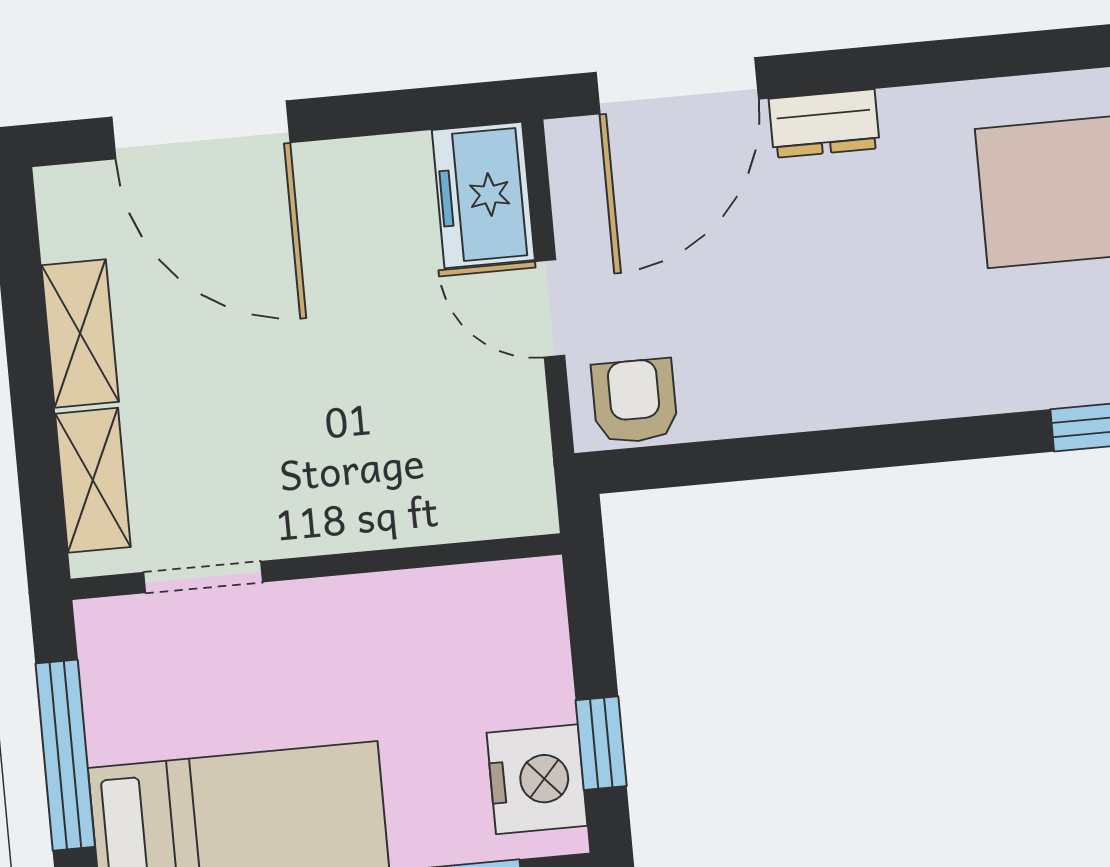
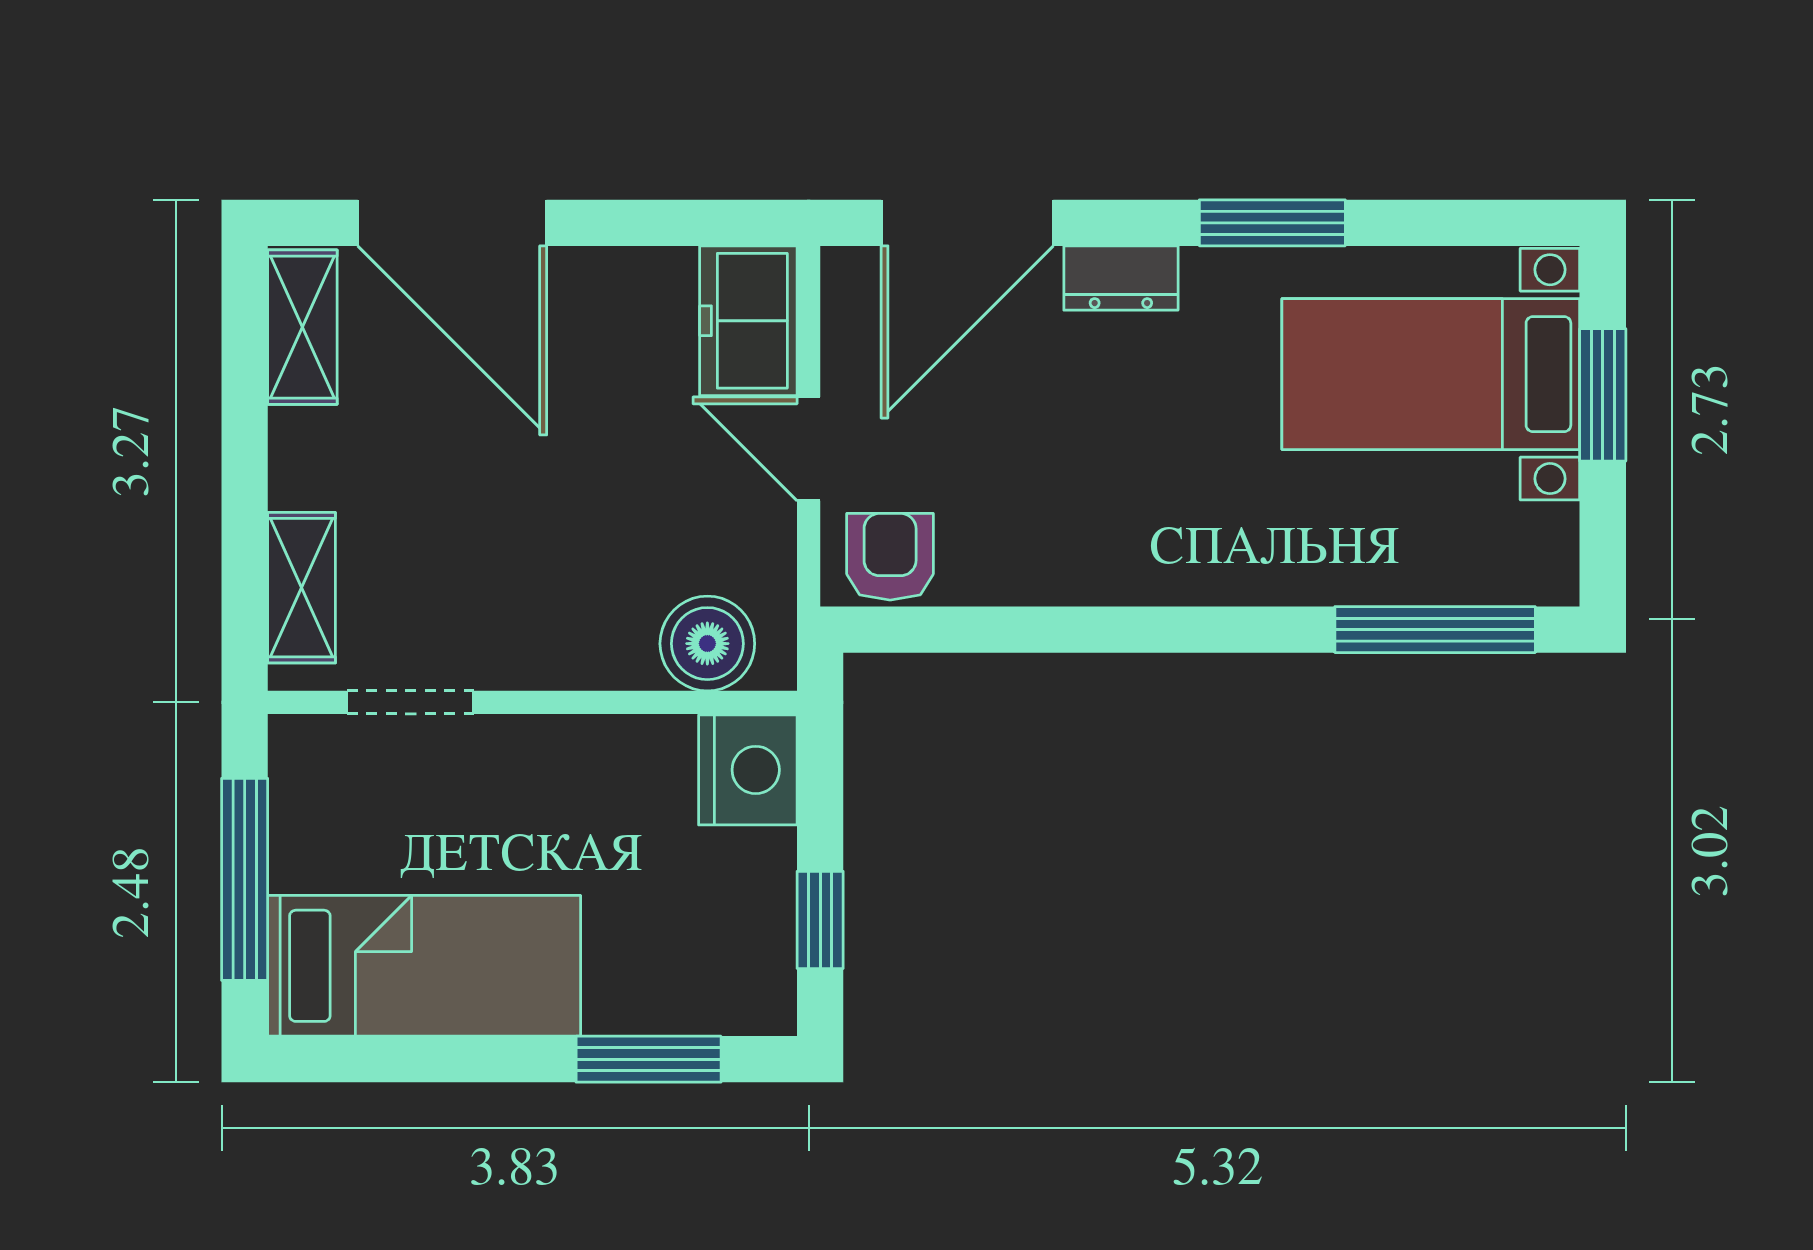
window: (960, 60) -> (1272, 223), added
shelving: (80, 333) -> (302, 327), moved
boiler: (473, 497) -> (707, 644), added
nightstand: (537, 779) -> (748, 770), moved

